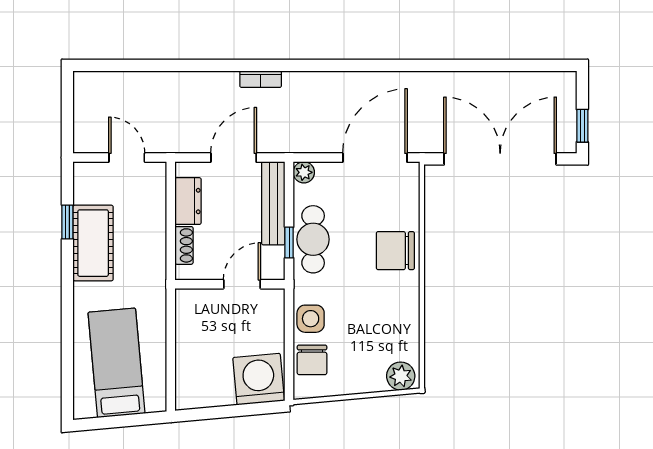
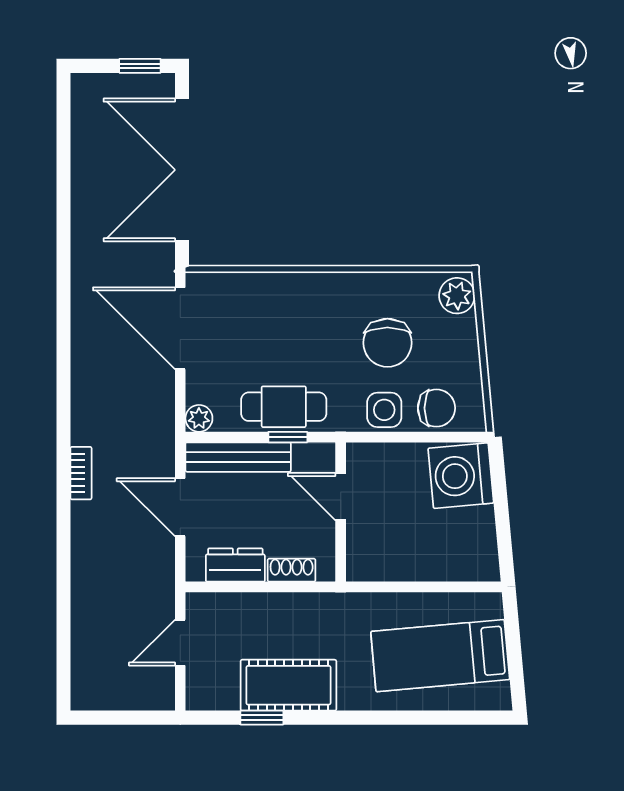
chair: (395, 251) -> (387, 343), moved

